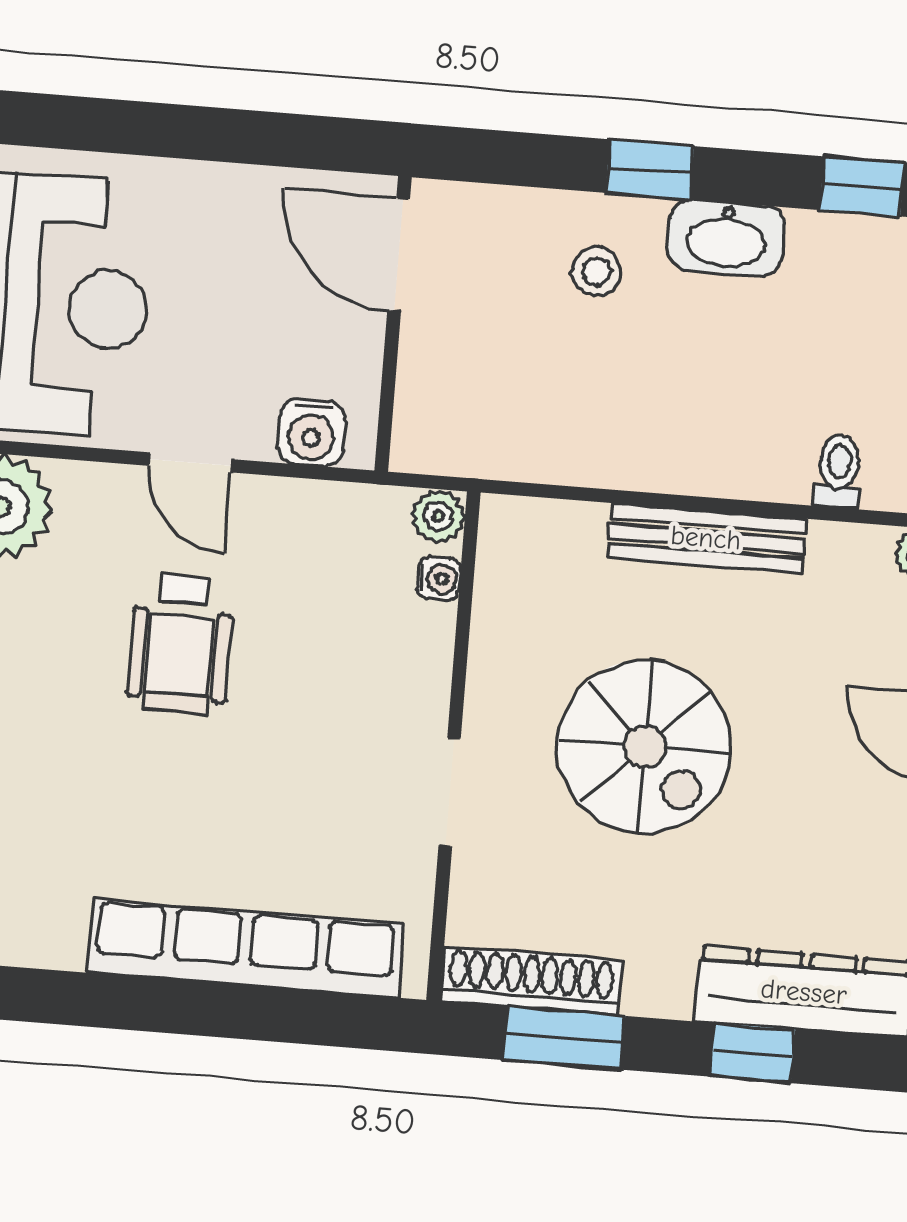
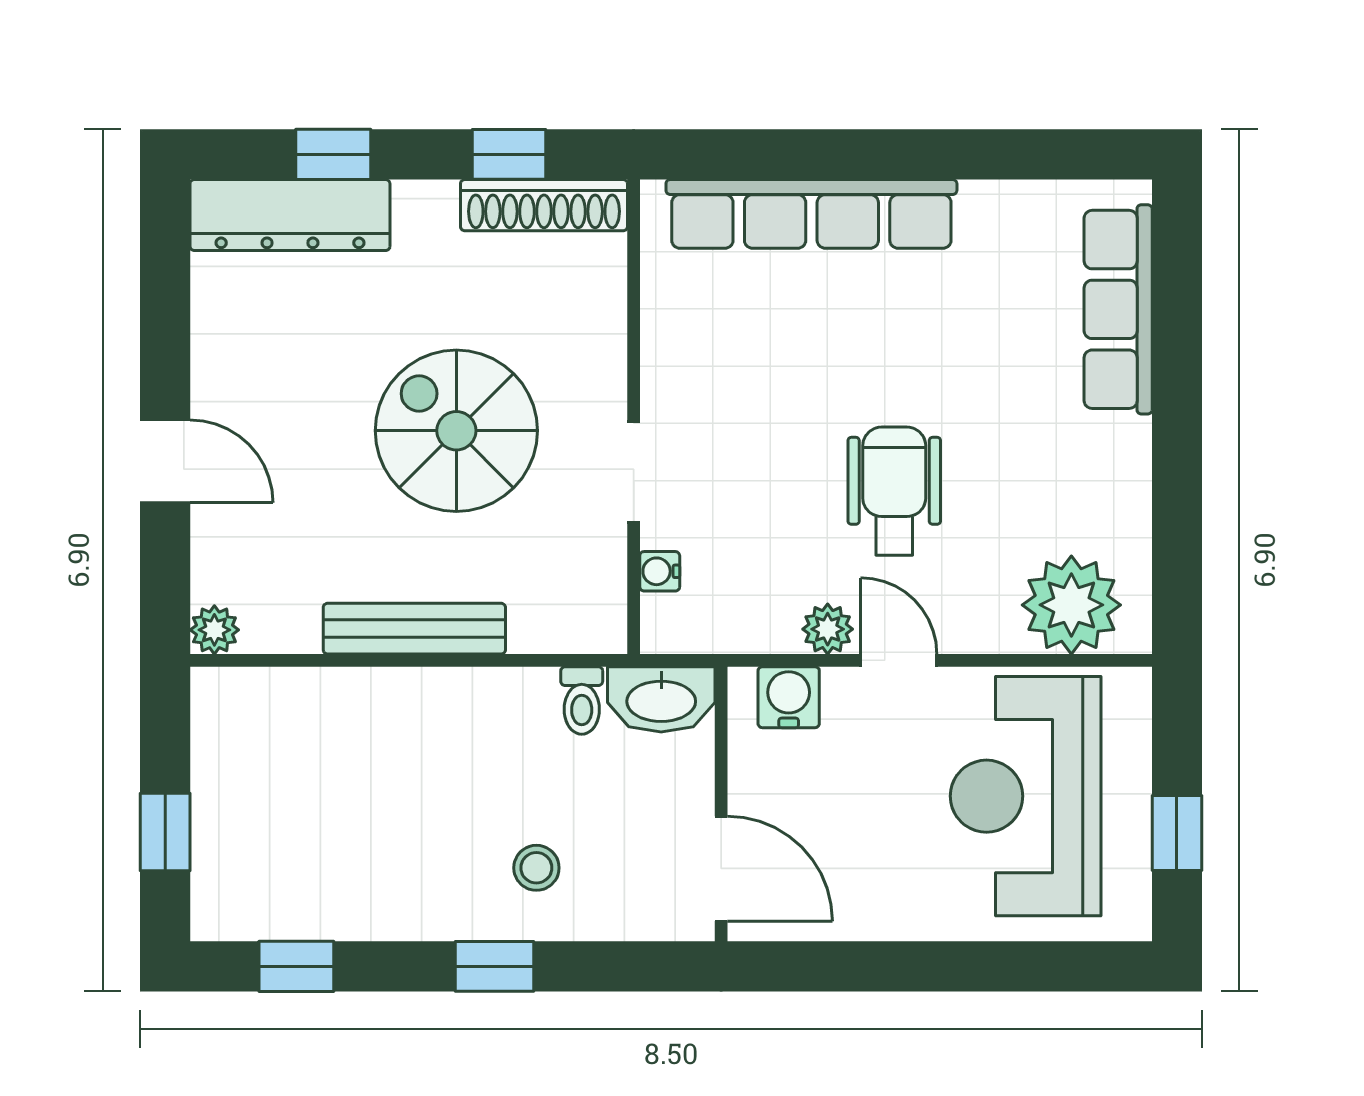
washbasin: (726, 238) -> (661, 699), moved, turned 180
toilet: (838, 471) -> (582, 700), moved
plant: (438, 516) -> (828, 629), moved
doorway: (450, 792) -> (634, 472), moved
window: (564, 1038) -> (509, 154), width x0.67

